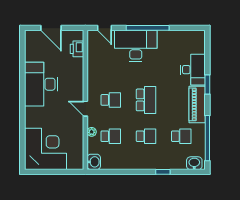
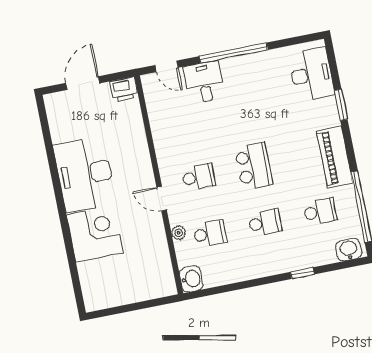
door: (51, 28) -> (83, 83), swing flipped
desk: (136, 46) -> (204, 82), width x0.53, depth x0.77
printer: (77, 49) -> (124, 89), moved, turned -90
desk: (193, 70) -> (311, 74), moved
window: (207, 84) -> (341, 105), moved
corner desk: (45, 149) -> (95, 234), moved, width x0.74, depth x0.74

